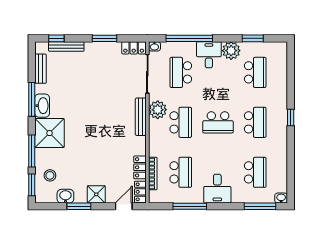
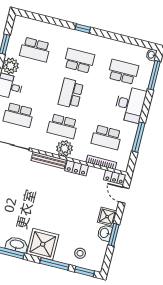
school desk: (255, 72) -> (35, 50), turned 180
plant: (158, 110) -> (65, 148), moved
school desk: (181, 122) -> (63, 126), turned 180
school desk: (218, 122) -> (71, 93), turned 180
locker: (140, 167) -> (77, 168), moved
school desk: (181, 172) -> (107, 137), turned 180
desk: (217, 189) -> (130, 104), width x1.37
washbasin: (65, 196) -> (105, 233), moved

